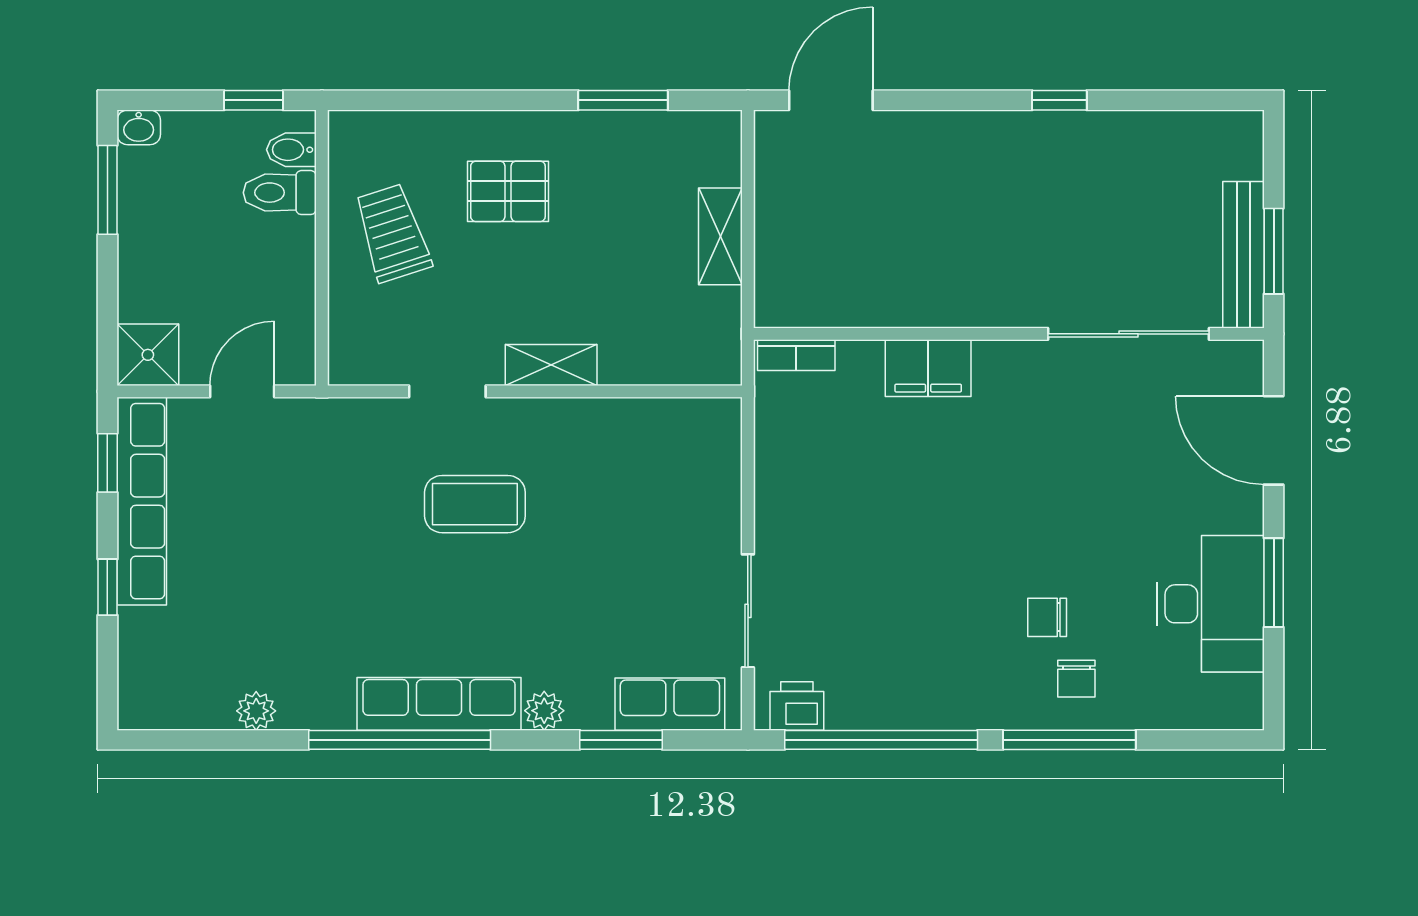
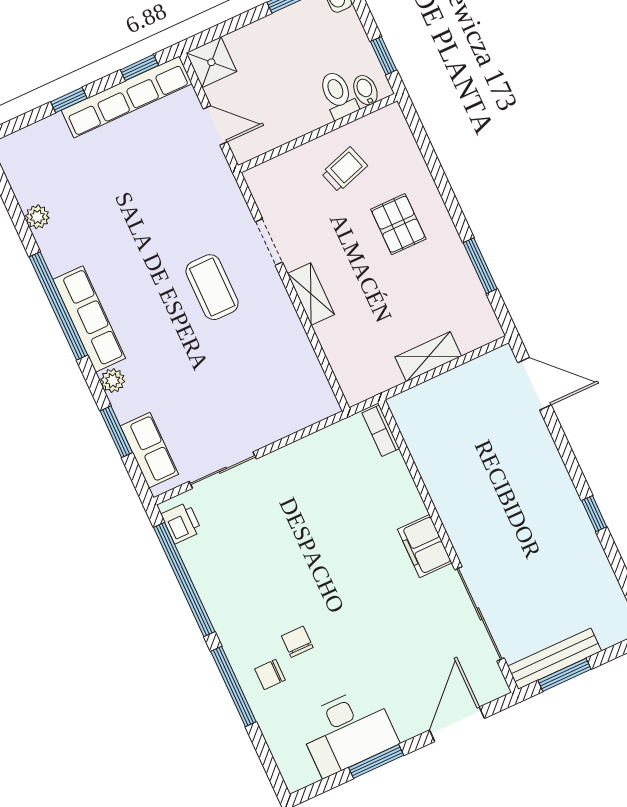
trolley: (392, 233) -> (344, 169), width x0.73, depth x0.72
filing cabinet: (928, 368) -> (425, 546), moved

